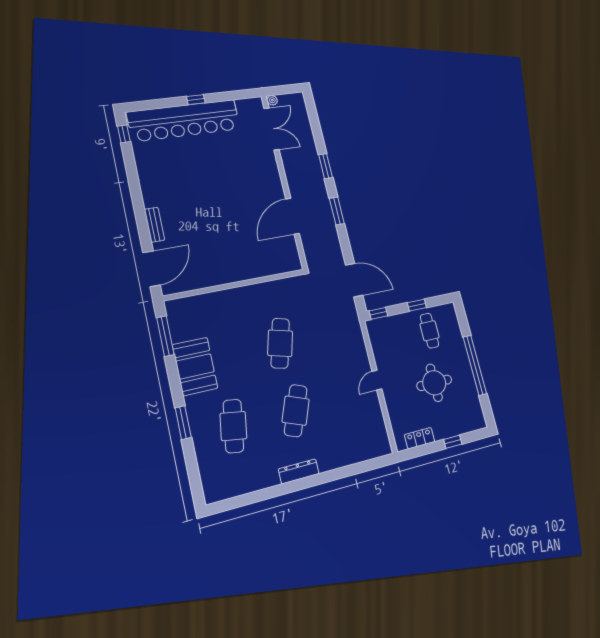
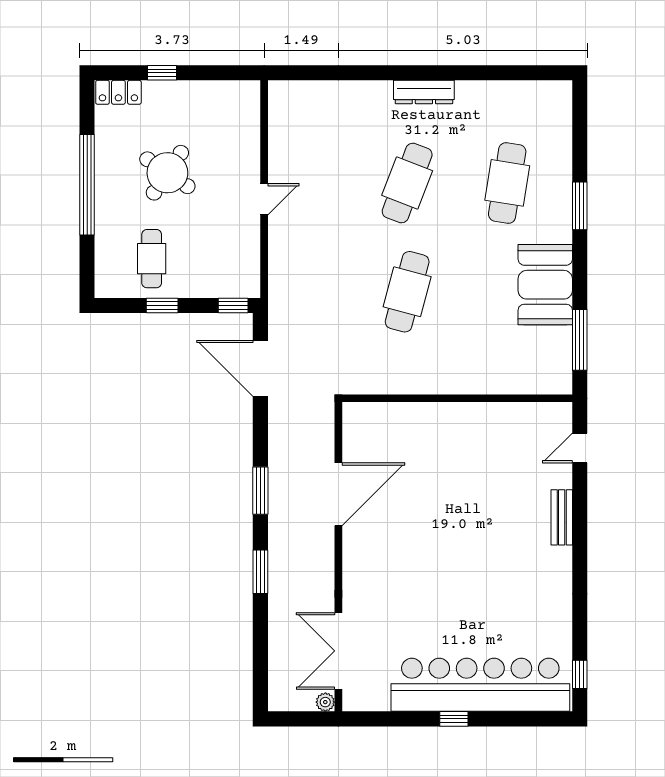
door: (152, 269) -> (580, 448), width x0.53
round table: (434, 383) -> (167, 173), turned 34
locker: (420, 438) -> (118, 92), moved

